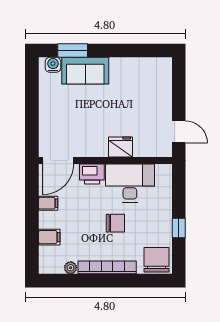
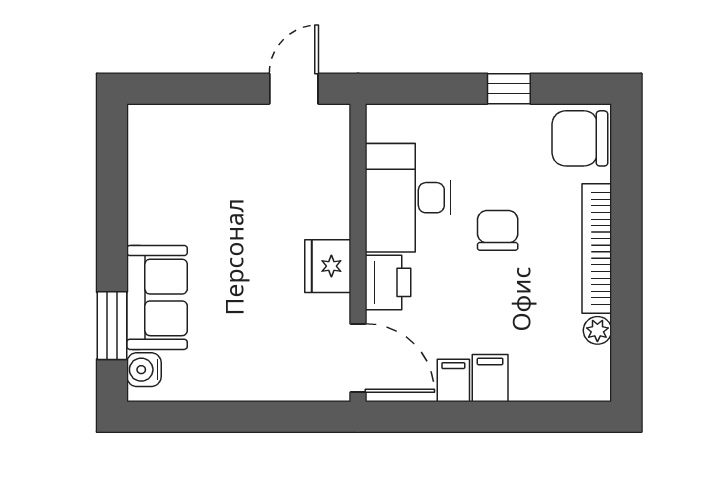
fridge: (120, 147) -> (328, 266), moved
filing cabinet: (49, 237) -> (490, 378), moved

